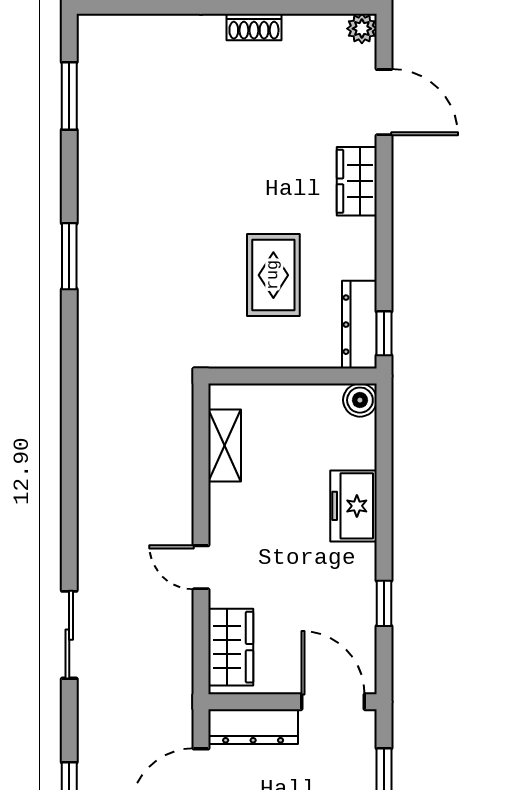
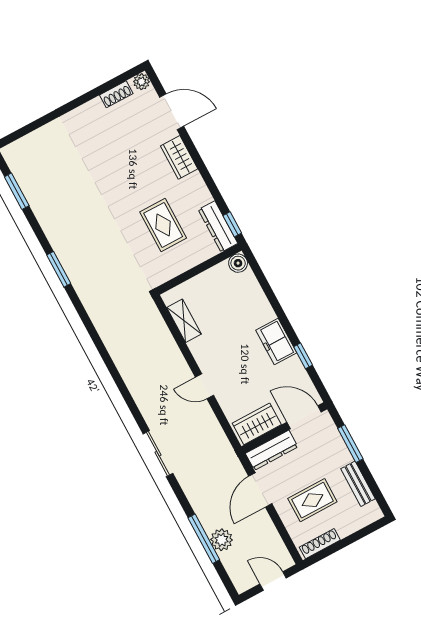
shoe rack: (254, 27) -> (116, 94), moved
freezer: (354, 506) -> (276, 342), moved
wardrobe: (231, 647) -> (257, 424), moved, turned -90

